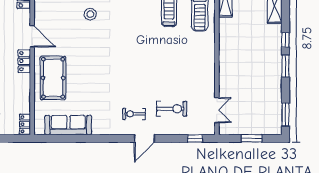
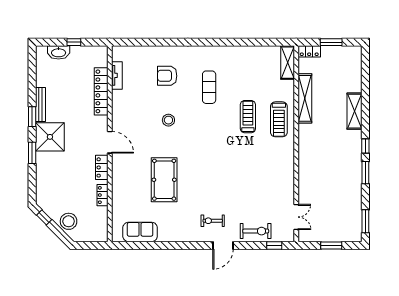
pool table: (53, 78) -> (164, 180), moved
exercise bike: (172, 109) -> (256, 231), moved
locker: (25, 124) -> (102, 195), moved
sofa: (68, 125) -> (140, 232), width x0.73

